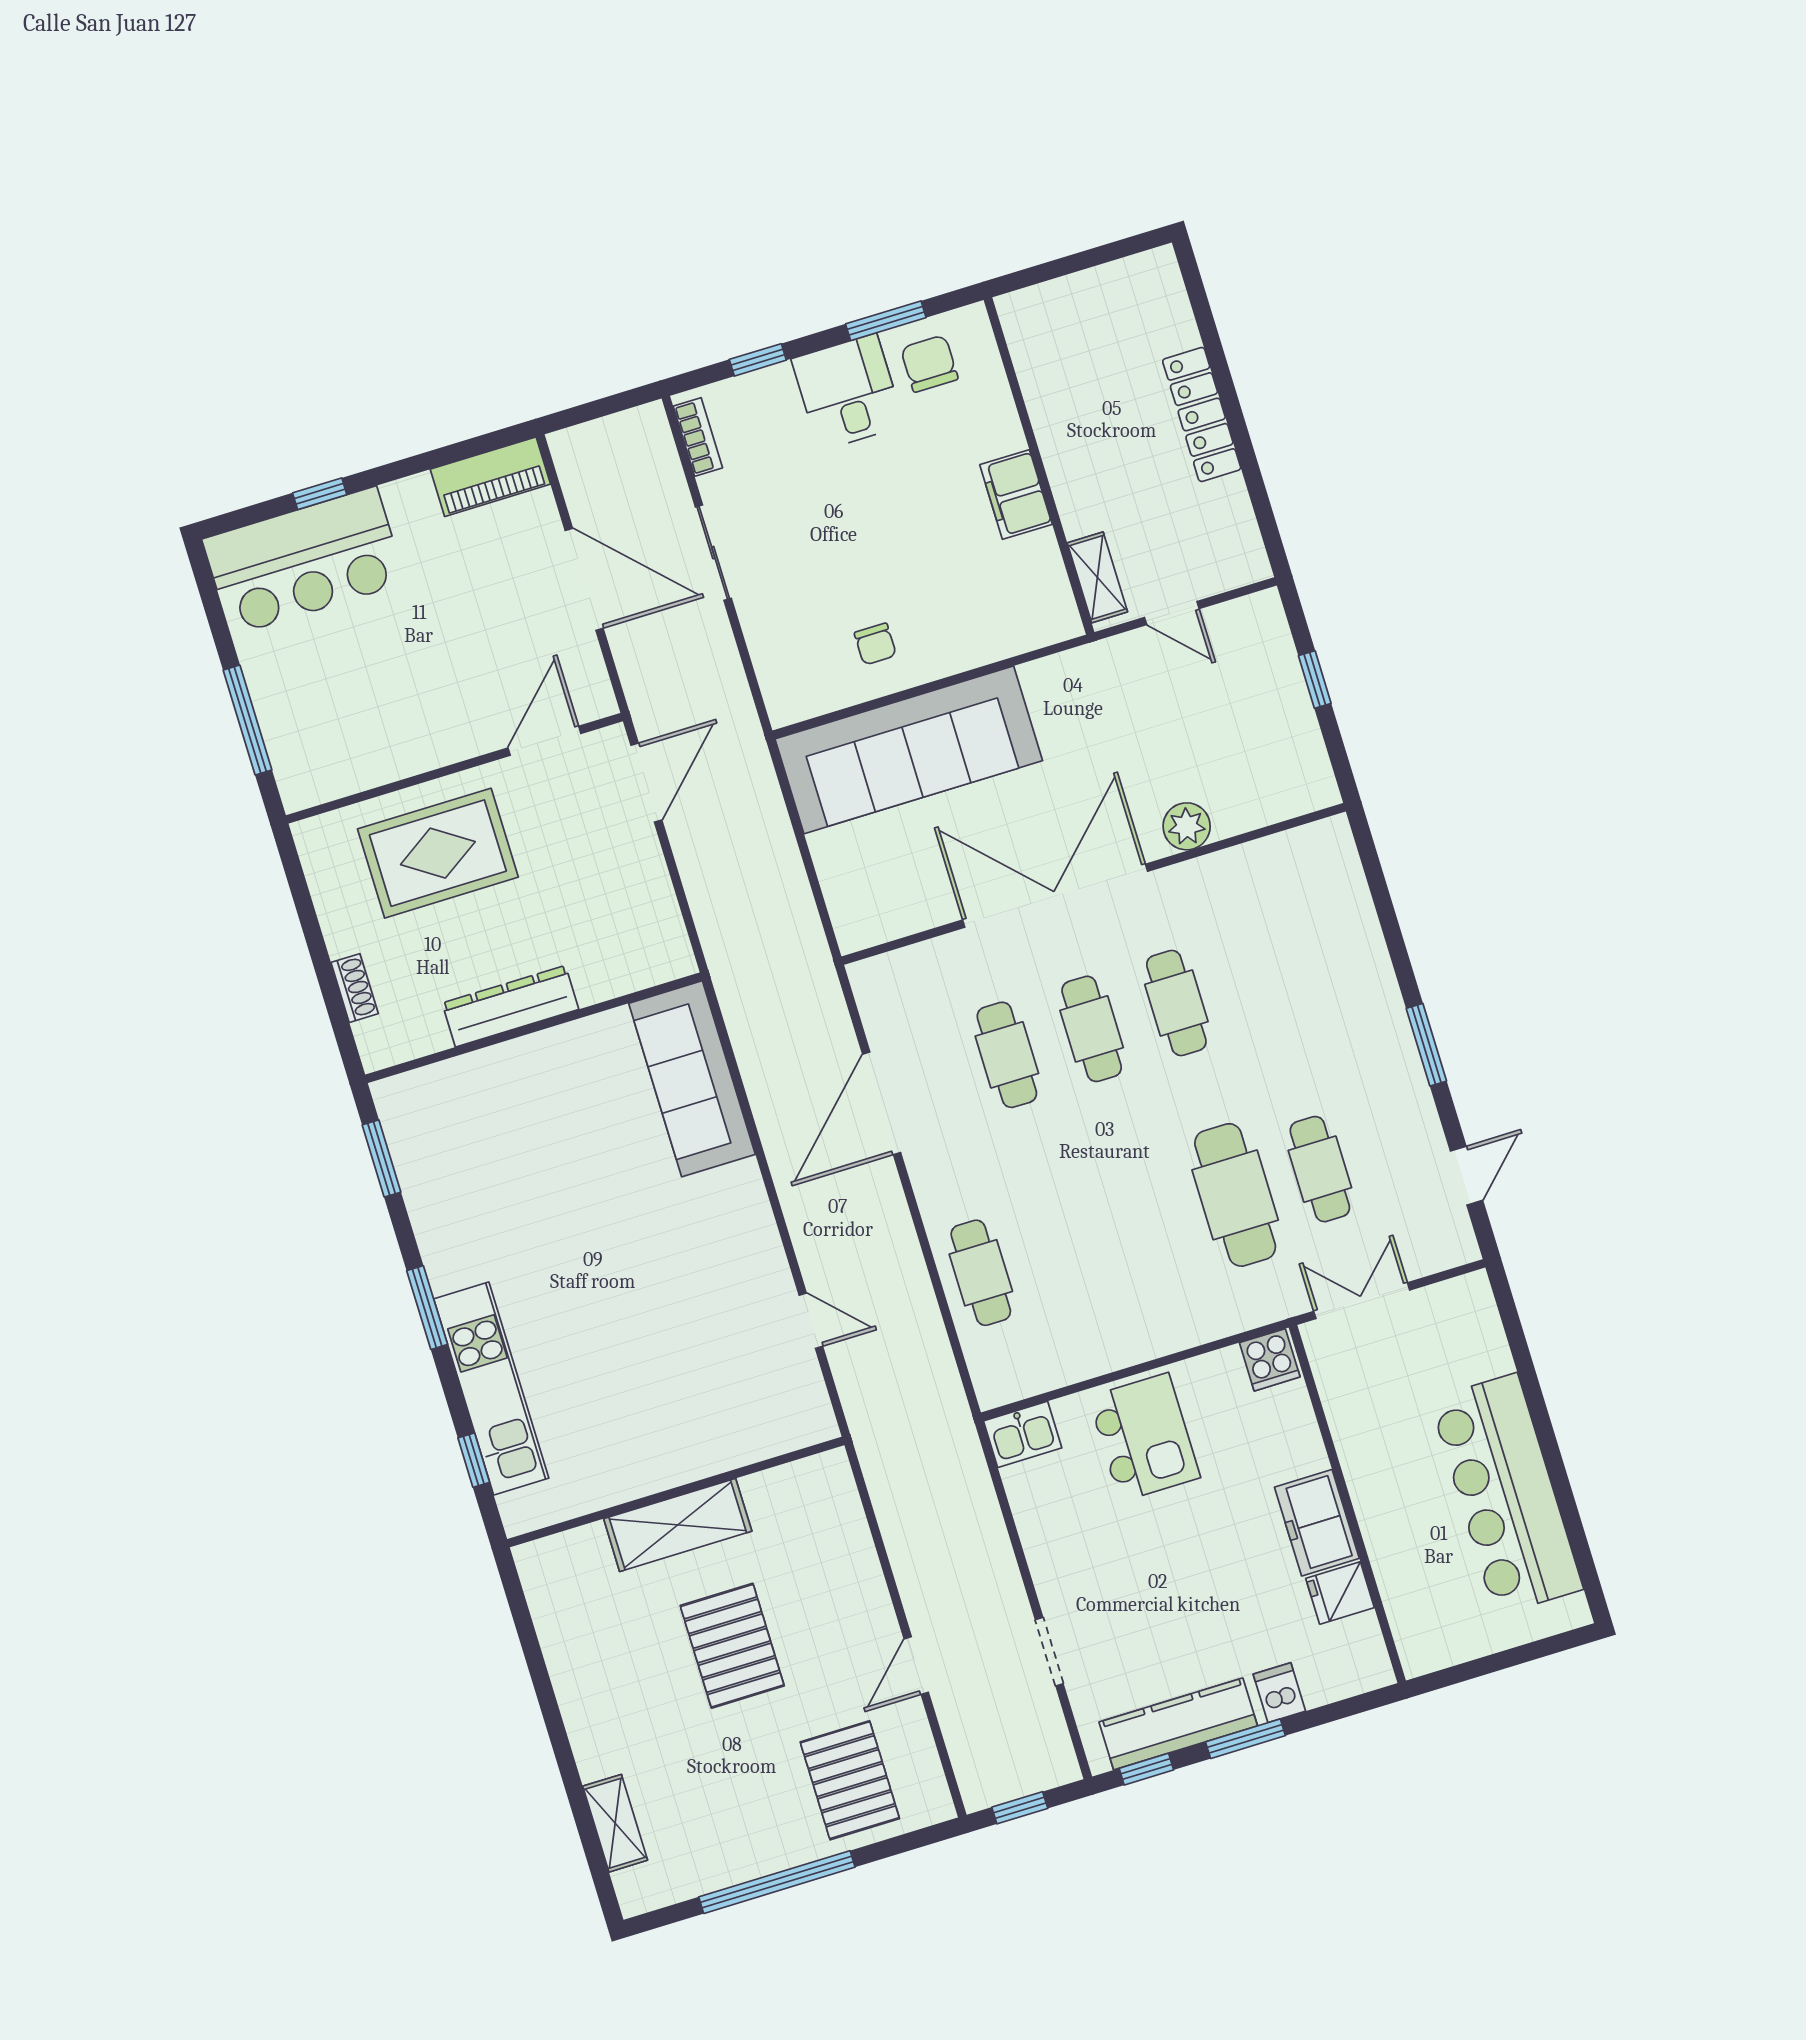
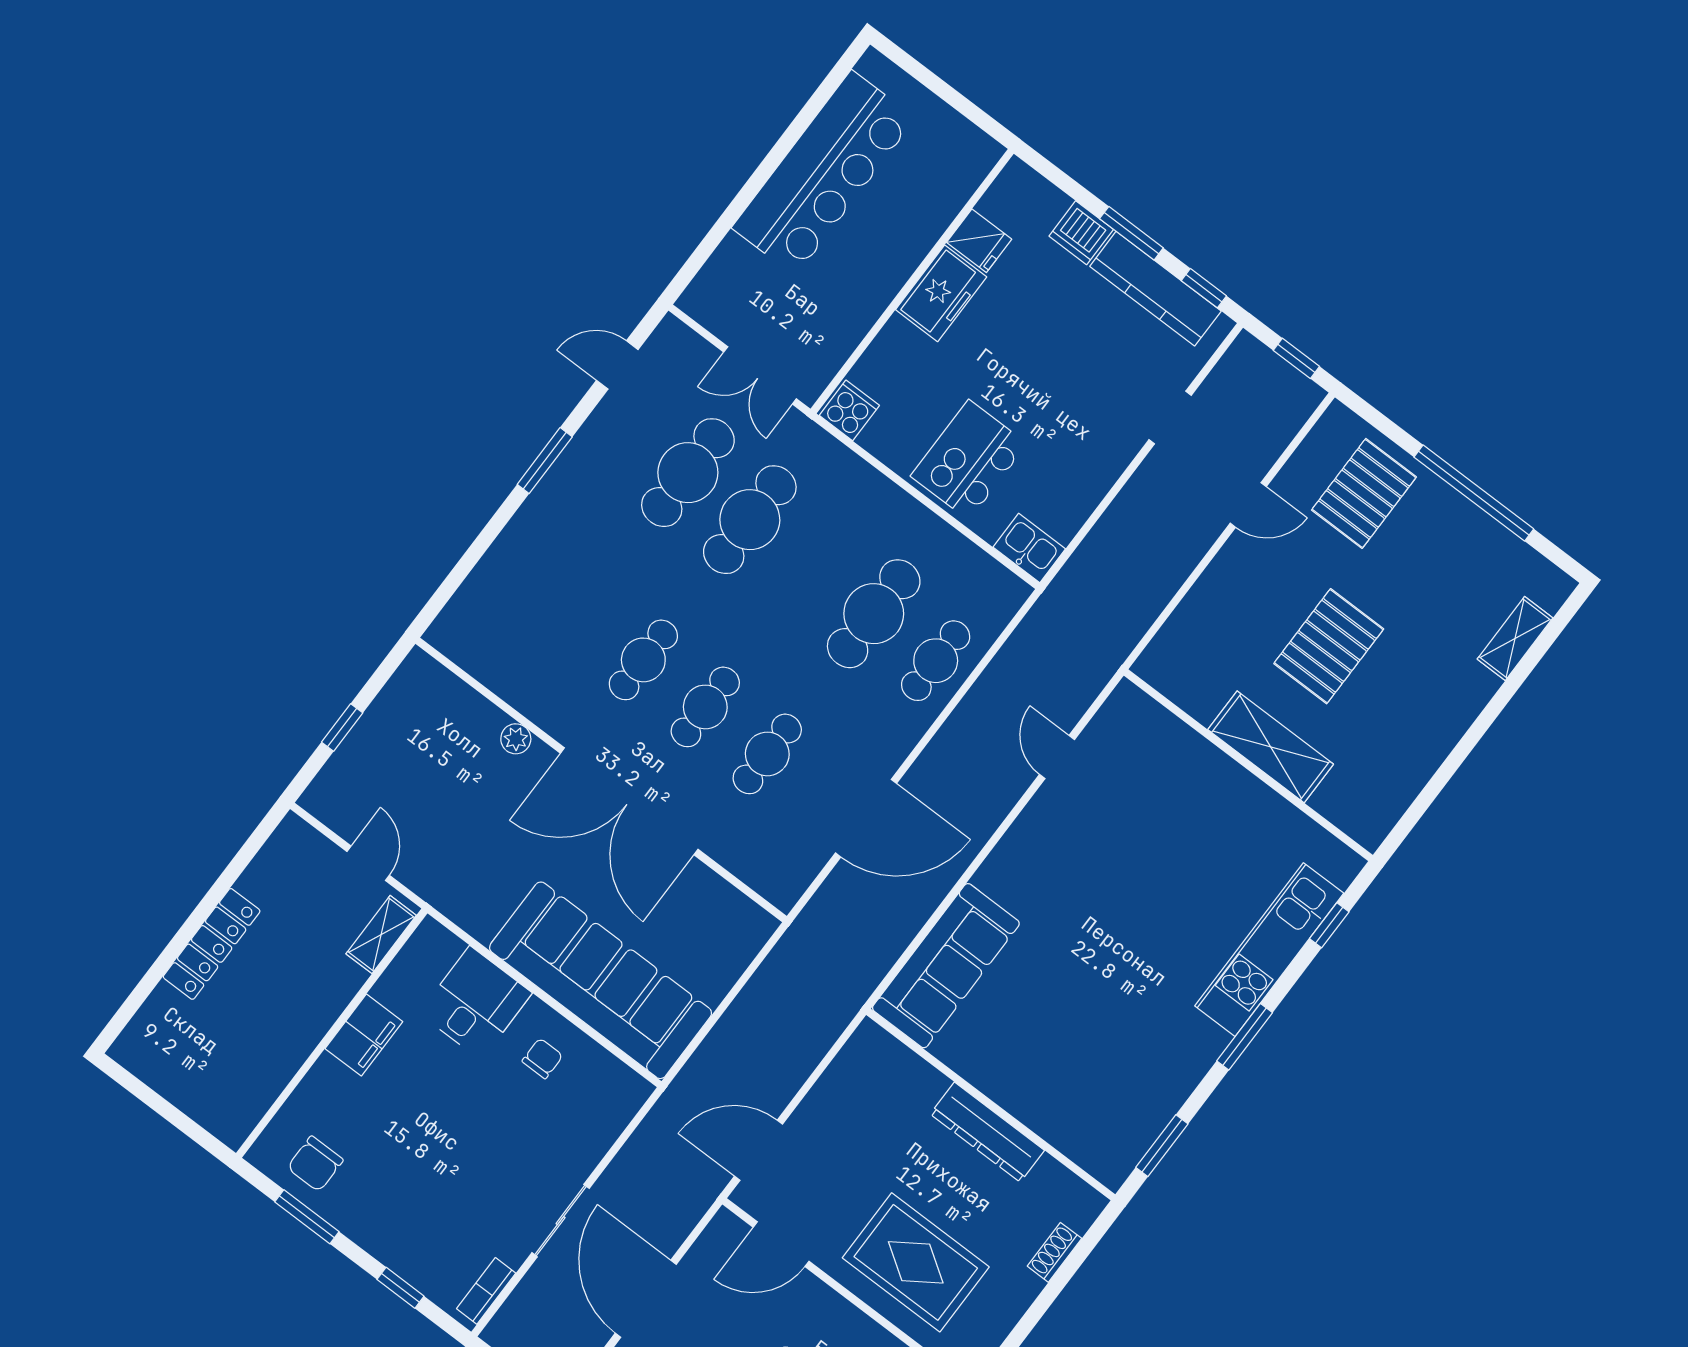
desk: (848, 392) -> (475, 1003), moved, turned 180
plant: (1187, 826) -> (516, 739), width x0.73, depth x0.73
cafe table: (1320, 1169) -> (688, 473), width x1.37, depth x1.35
cafe table: (1066, 1247) -> (874, 614), added
dishwasher: (1279, 1693) -> (1081, 233), width x1.38

